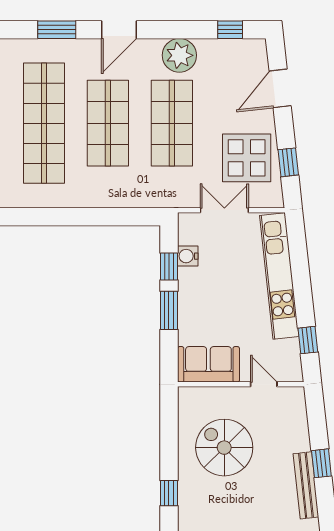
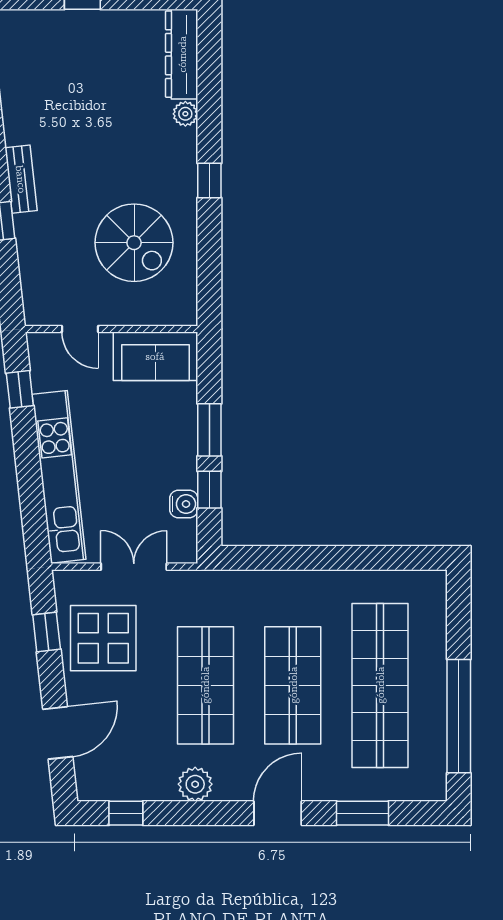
plant: (179, 55) -> (195, 784), width x0.73, depth x0.73
double door: (224, 210) -> (134, 567), swing flipped
bench: (306, 485) -> (21, 179), width x0.73

